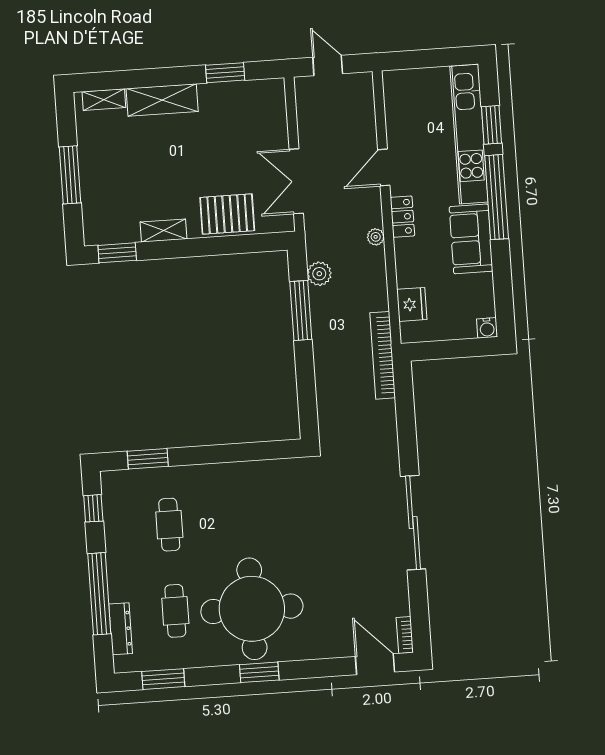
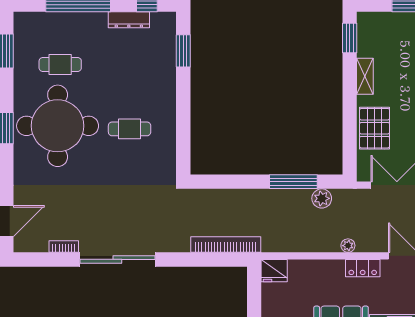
fridge: (412, 304) -> (274, 271), moved
bookcase: (383, 355) -> (226, 245), moved
cafe table: (169, 525) -> (130, 129), moved
dresser: (121, 629) -> (129, 20), moved
bookcase: (405, 635) -> (64, 247), moved

